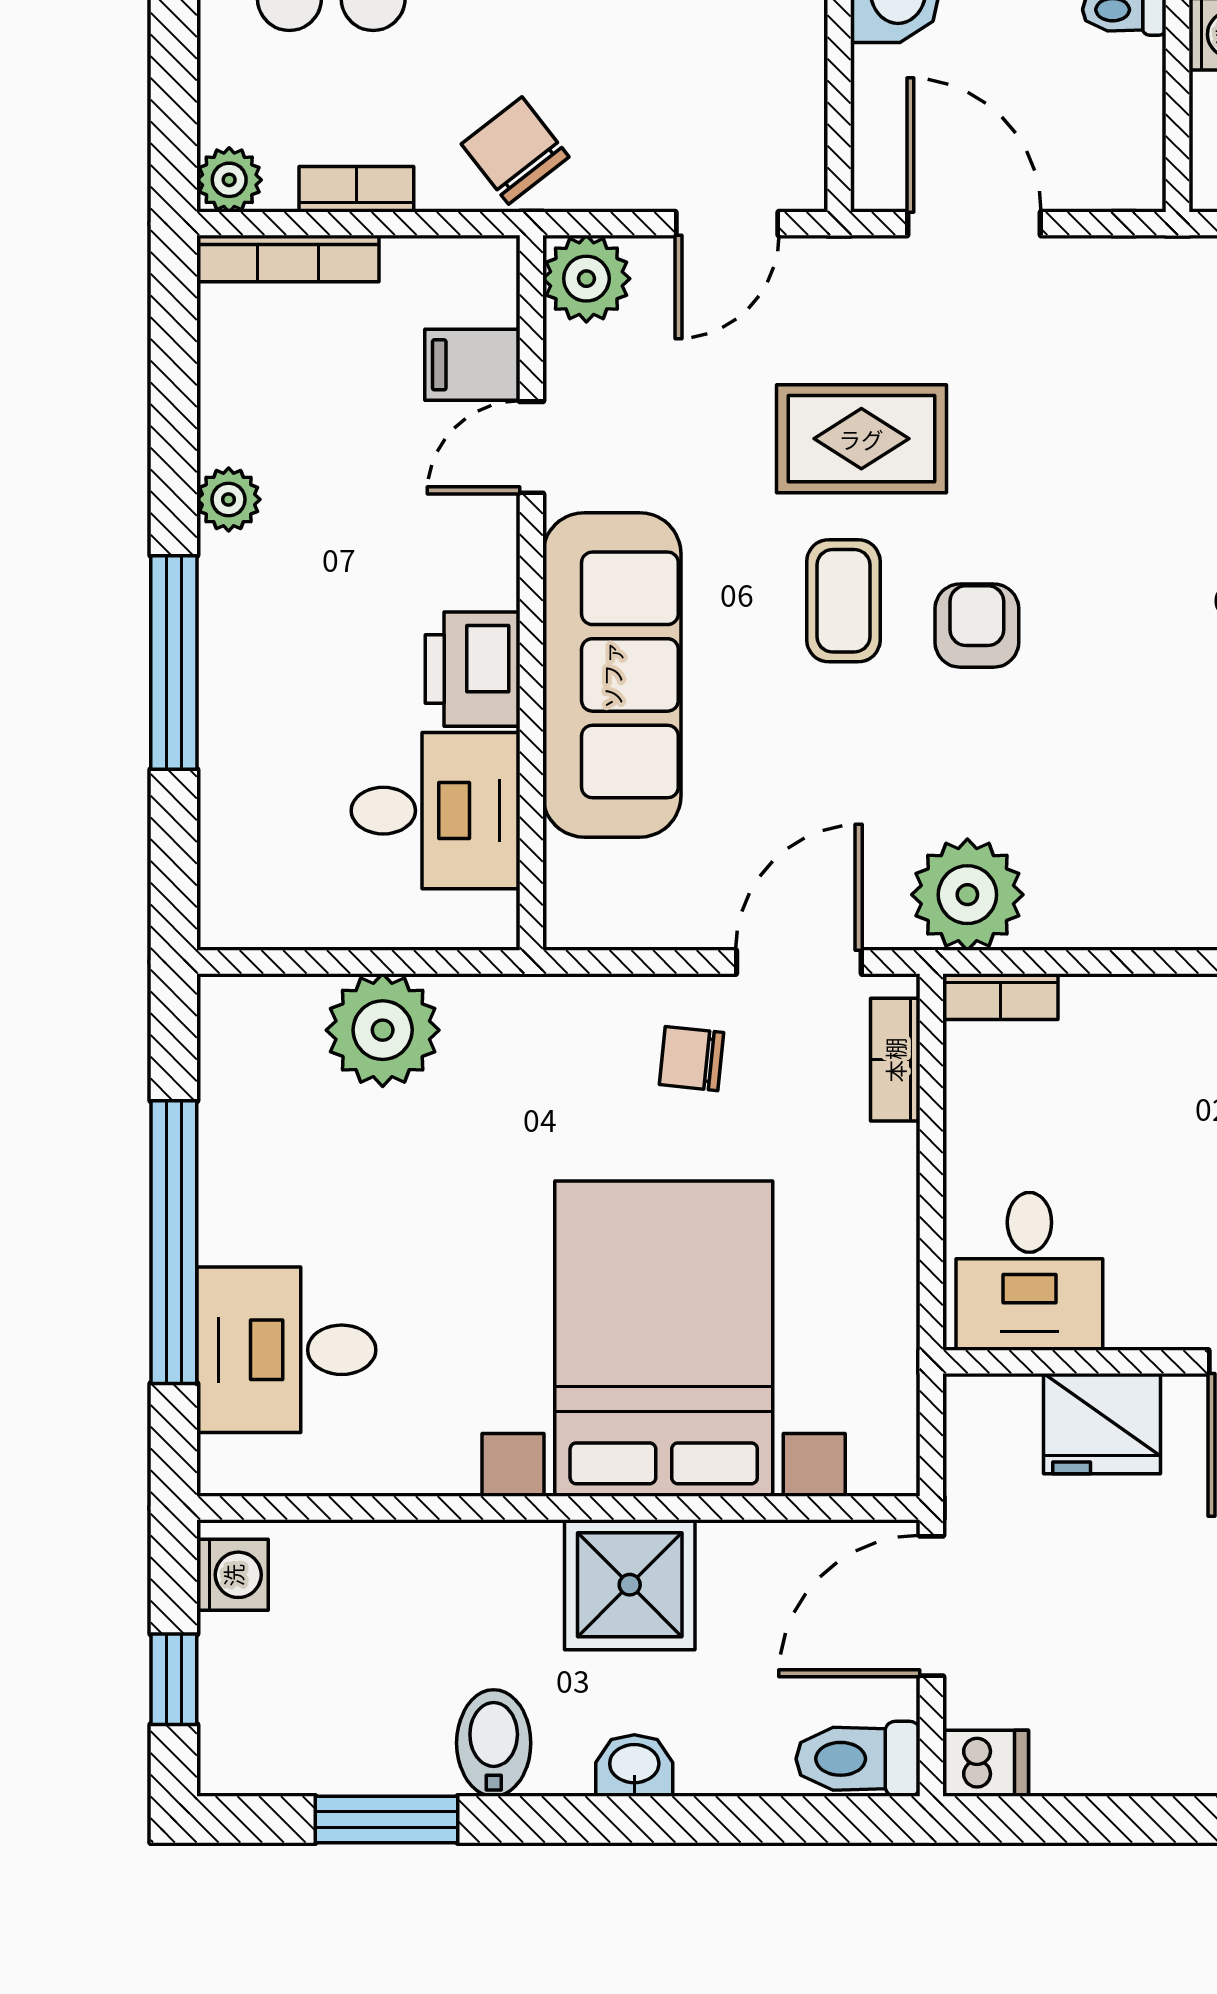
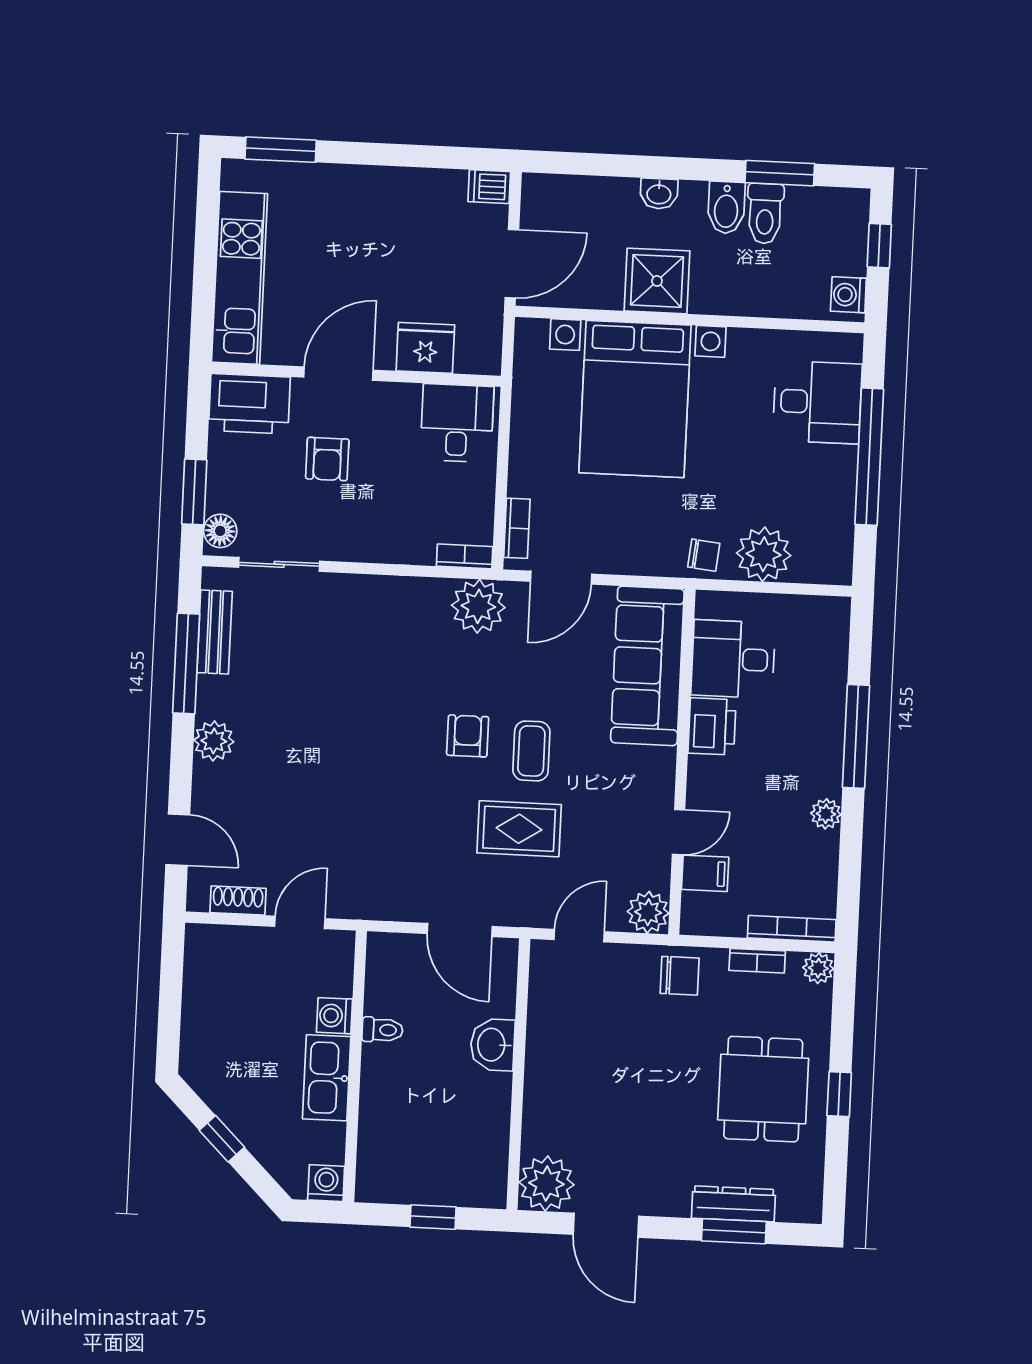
chair: (515, 151) -> (680, 976), turned -52
armchair: (977, 626) -> (468, 736), turned 180
sofa: (612, 675) -> (647, 666), moved
chair: (692, 1059) -> (704, 555), moved
toilet: (858, 1759) -> (765, 214), moved, turned 90

